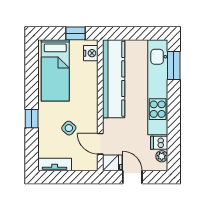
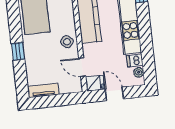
side table: (69, 128) -> (67, 42), moved

